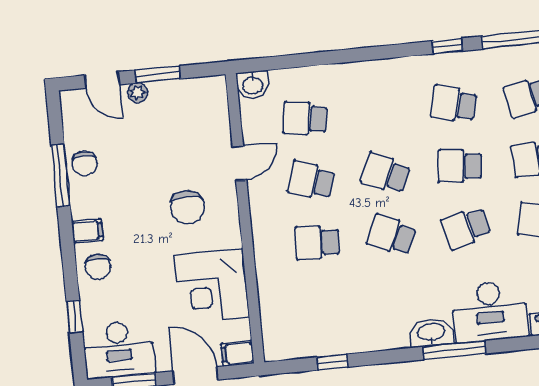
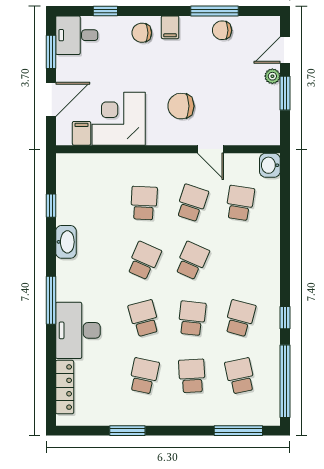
washbasin: (432, 333) -> (66, 242), moved
desk: (119, 349) -> (77, 35), width x0.73
filing cabinet: (237, 353) -> (82, 133), moved

